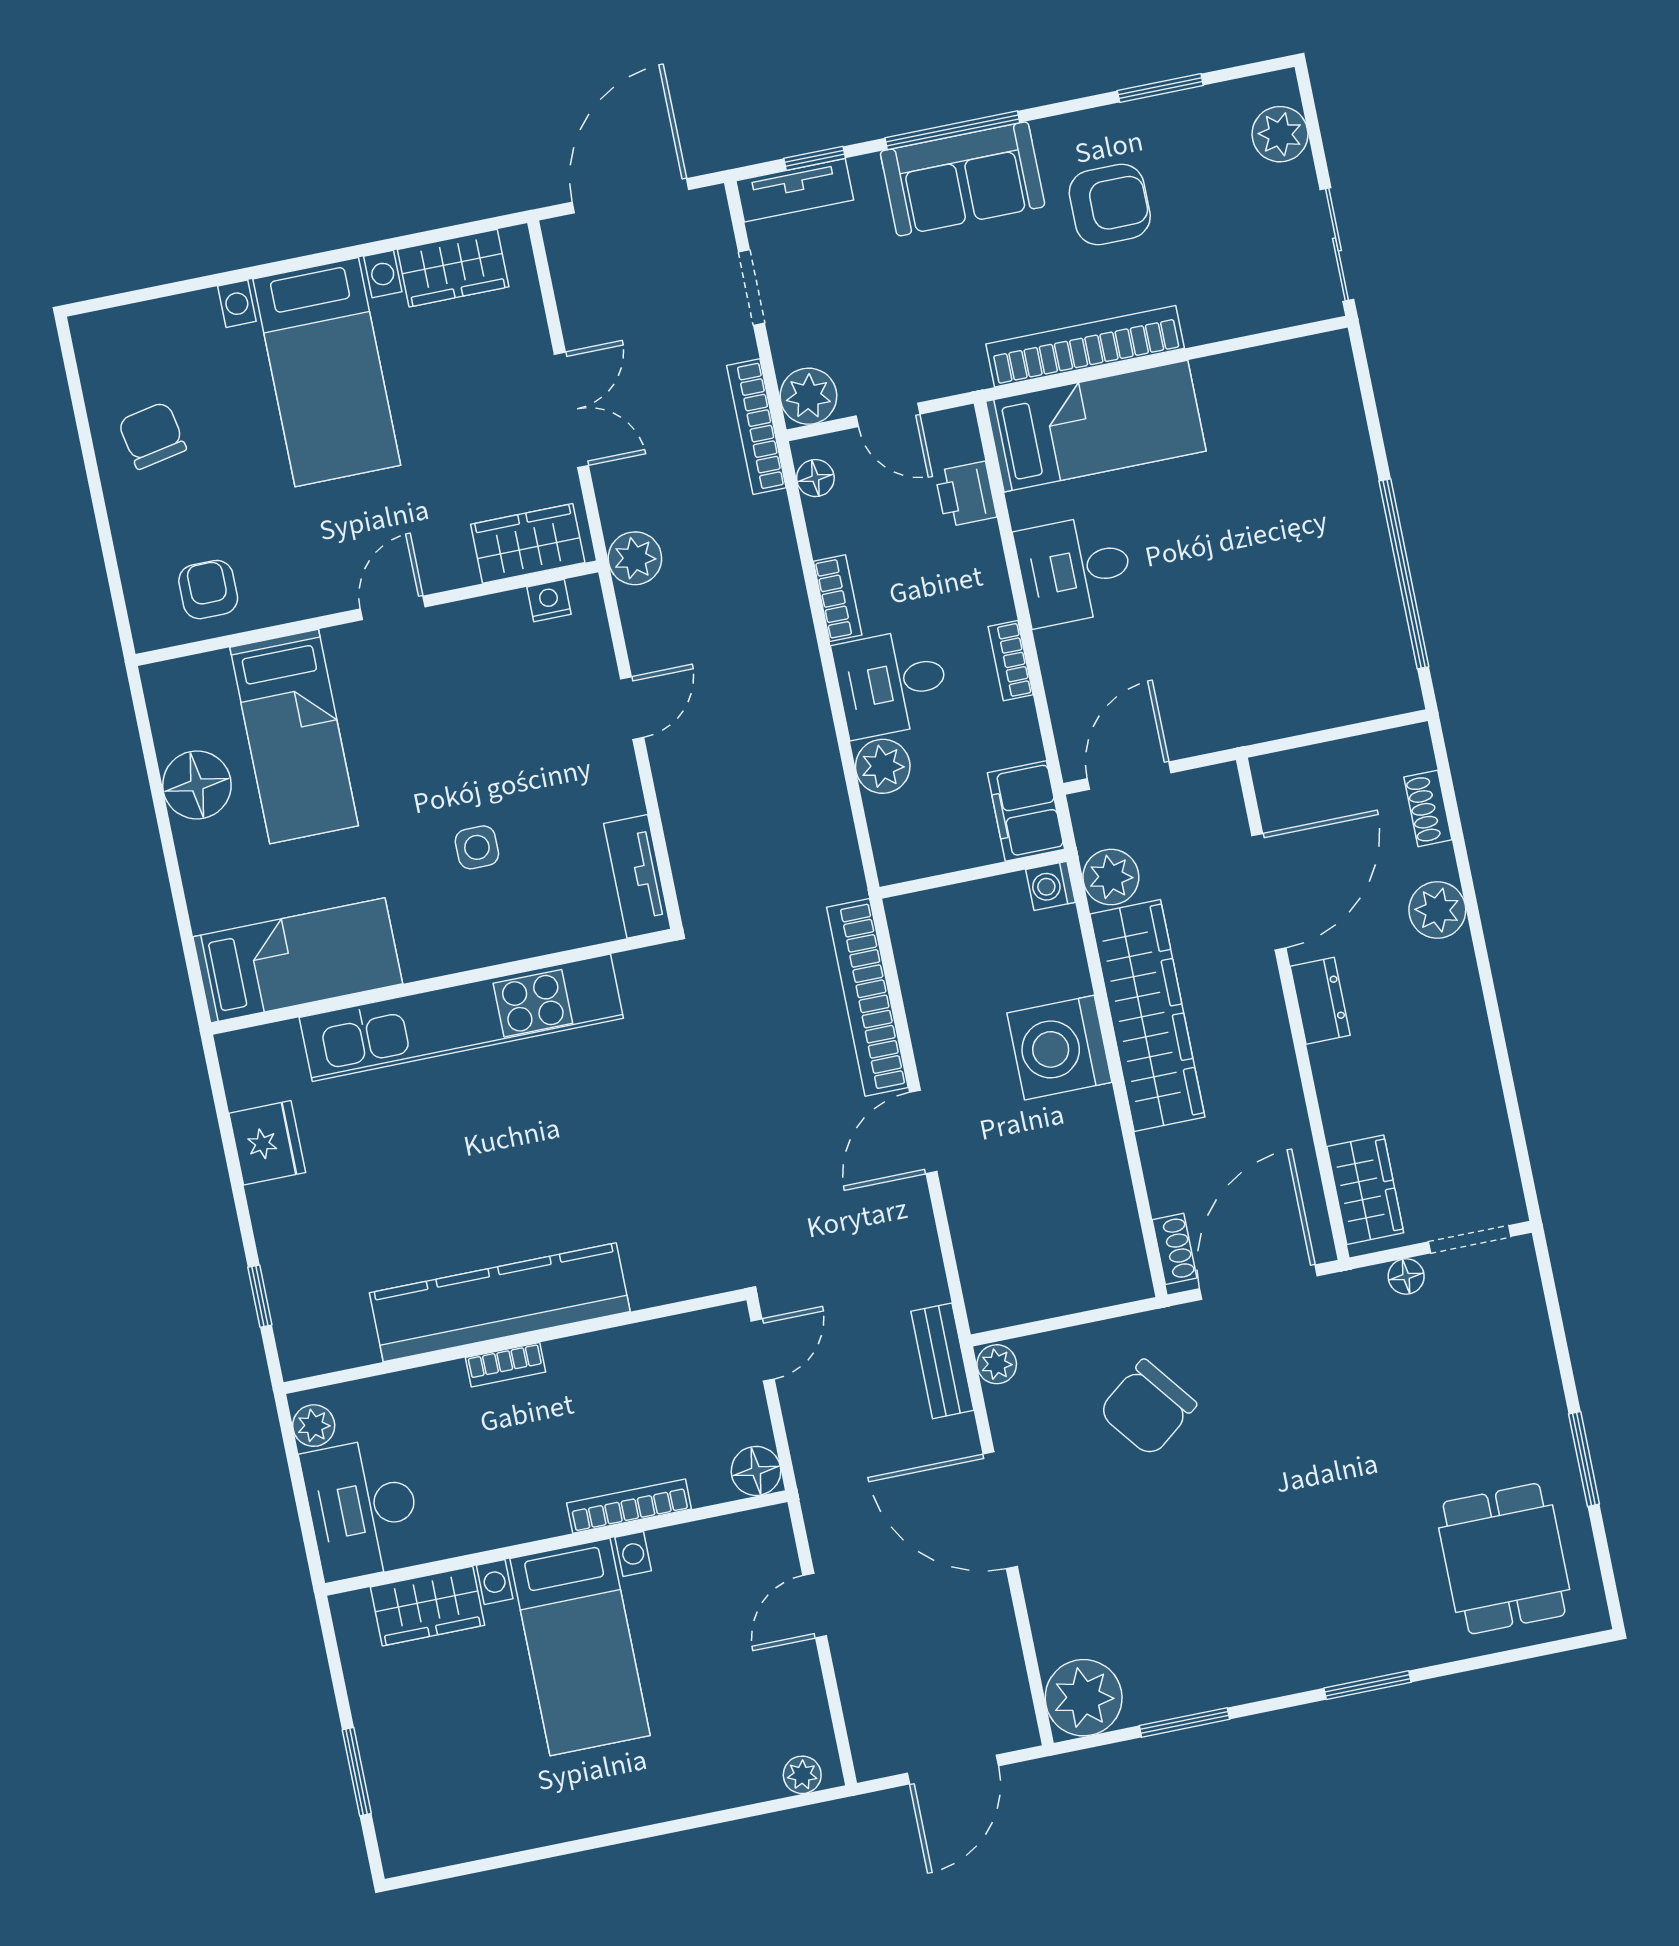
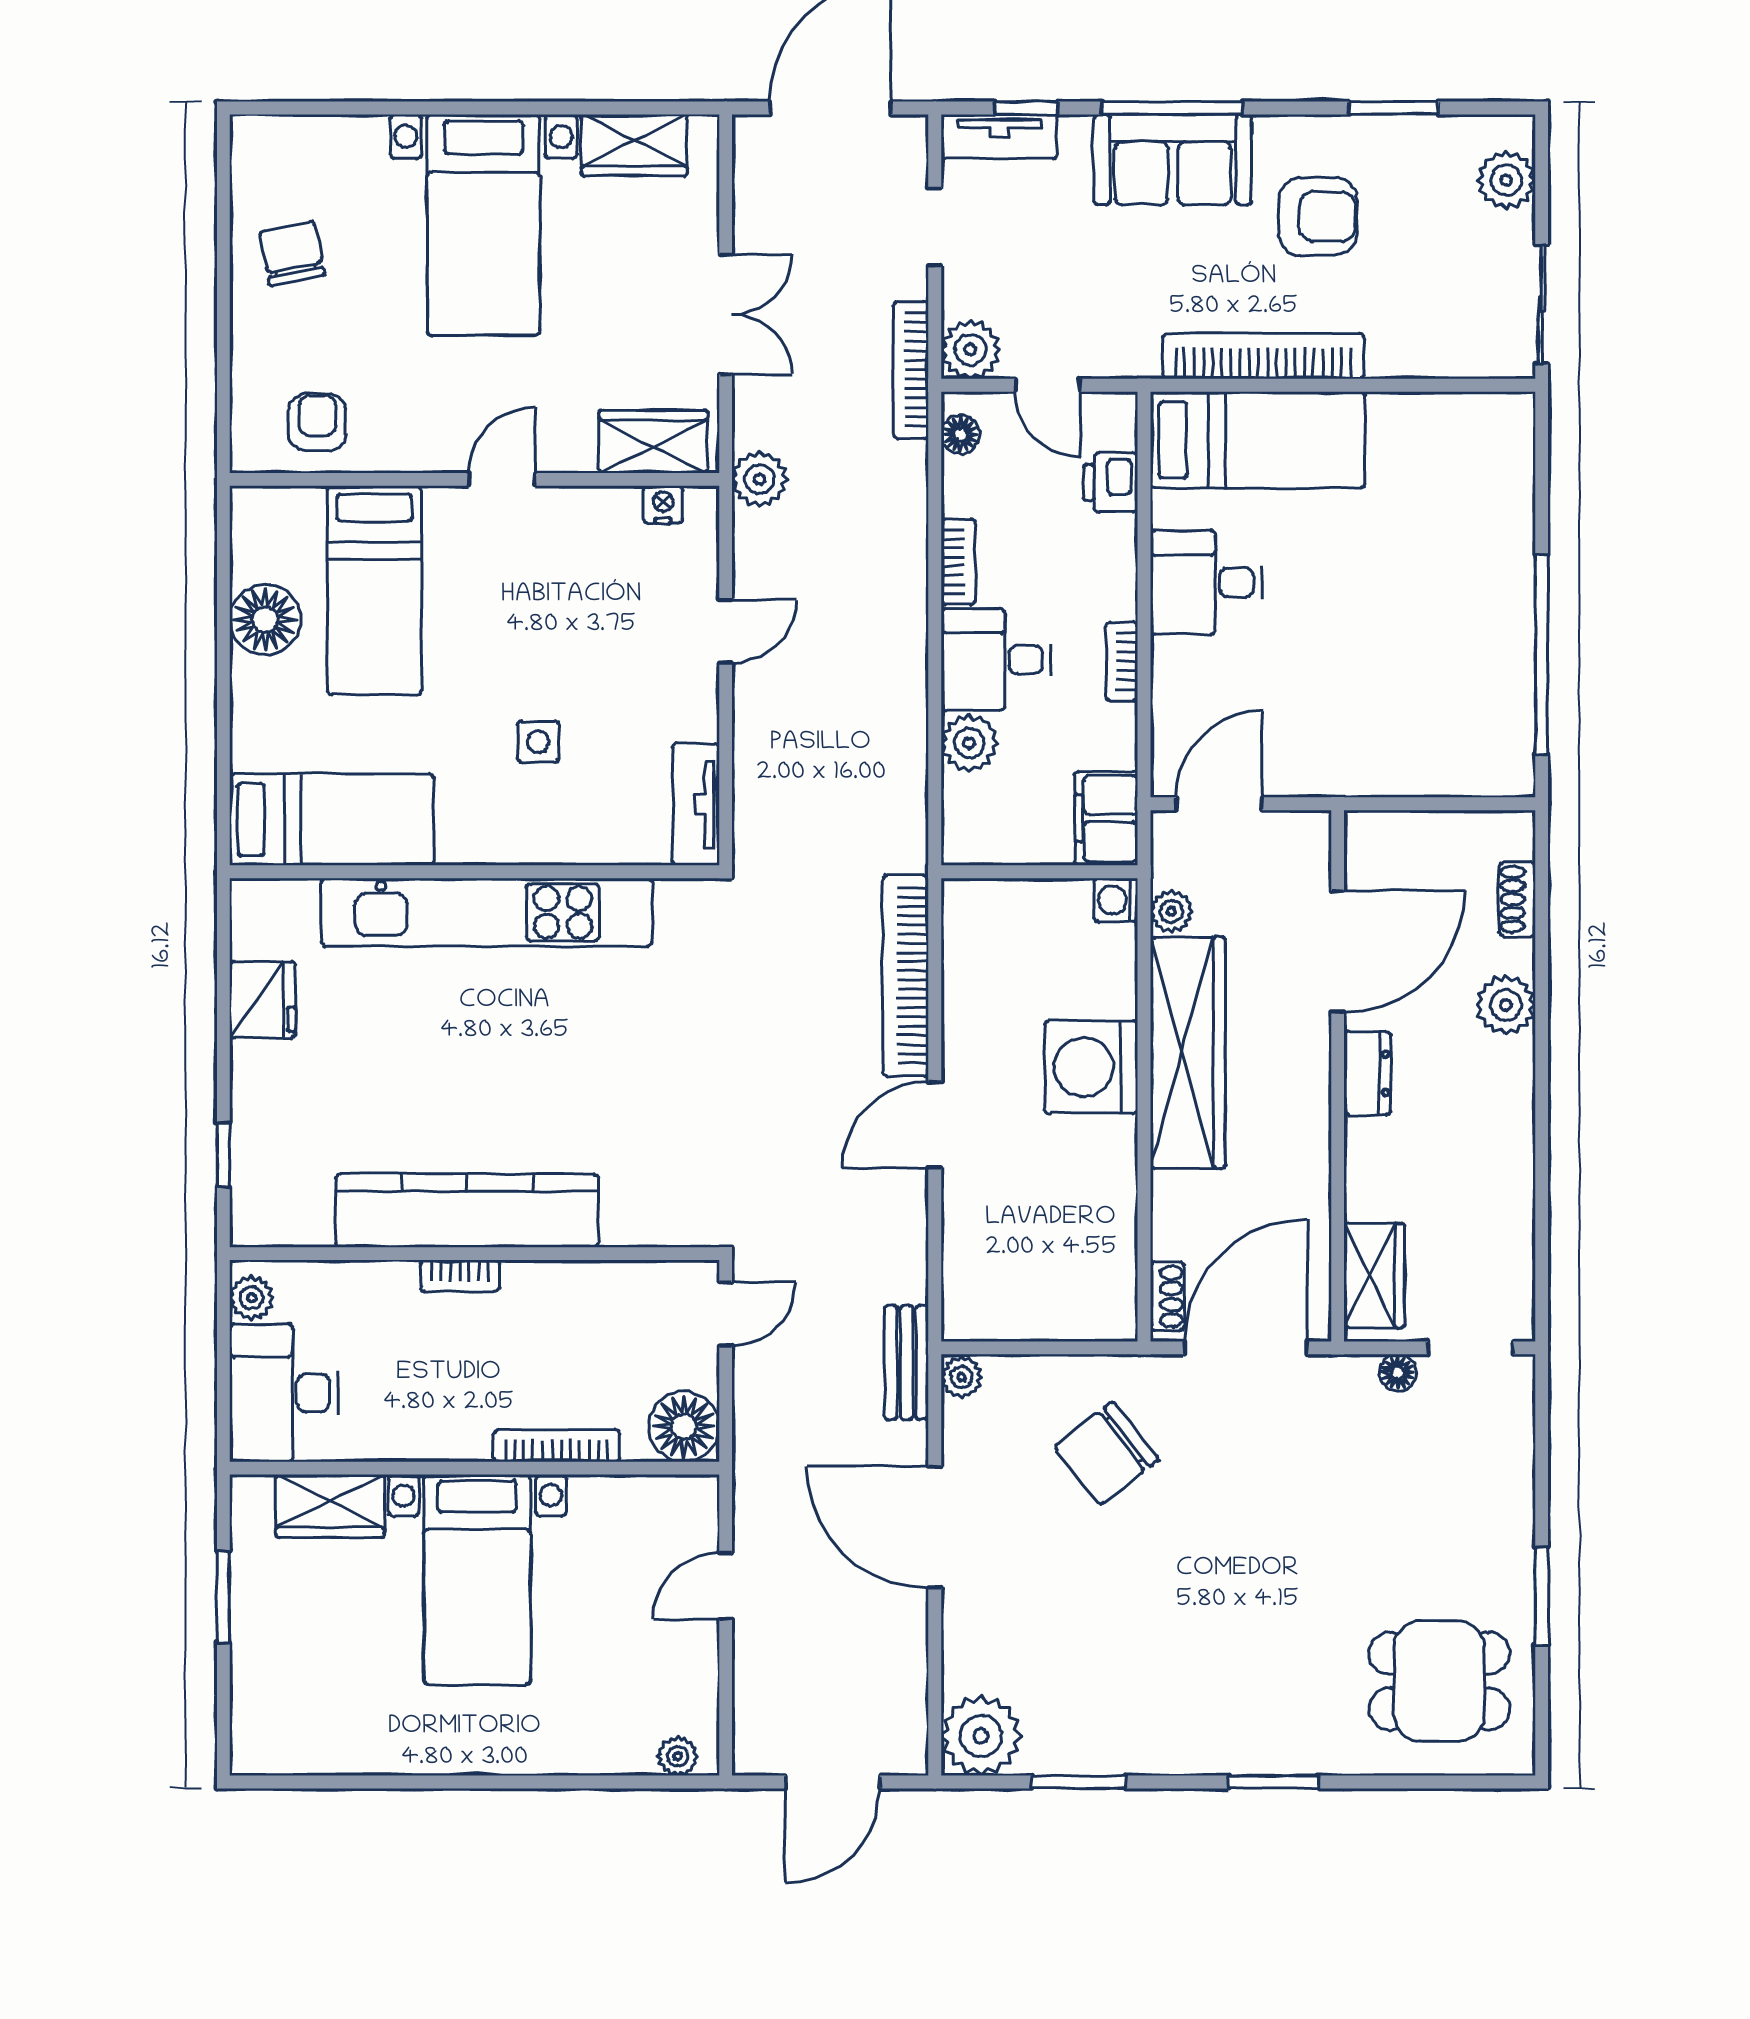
plant: (1111, 877) -> (1171, 911), width x0.73, depth x0.73
floor lamp: (756, 1471) -> (684, 1427), width x1.38, depth x1.38
dining table: (1504, 1559) -> (1439, 1681), turned 90
window: (357, 1772) -> (223, 1597), moved

